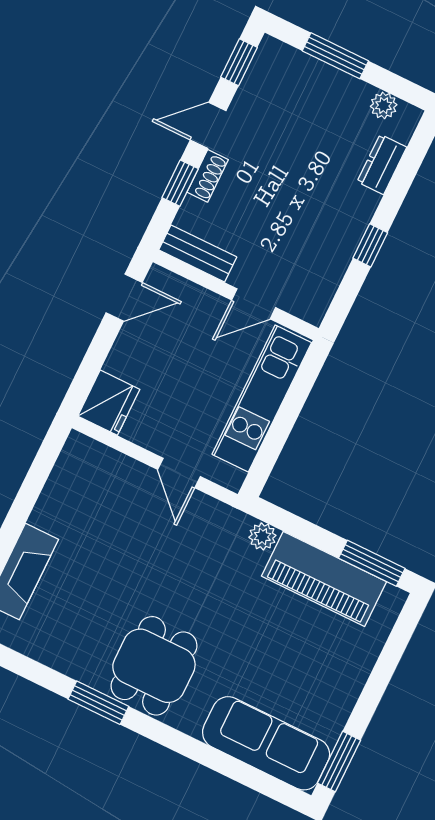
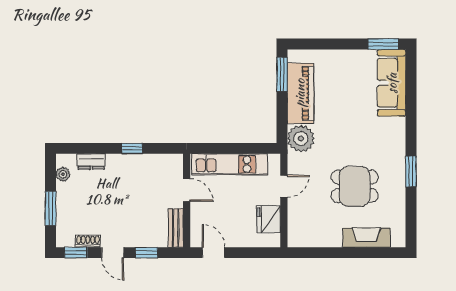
shoe rack: (208, 176) -> (88, 241), moved
fridge: (109, 403) -> (269, 219), moved, turned -90
plant: (262, 536) -> (301, 138), width x1.87, depth x1.87
dining table: (154, 666) -> (355, 186), moved

